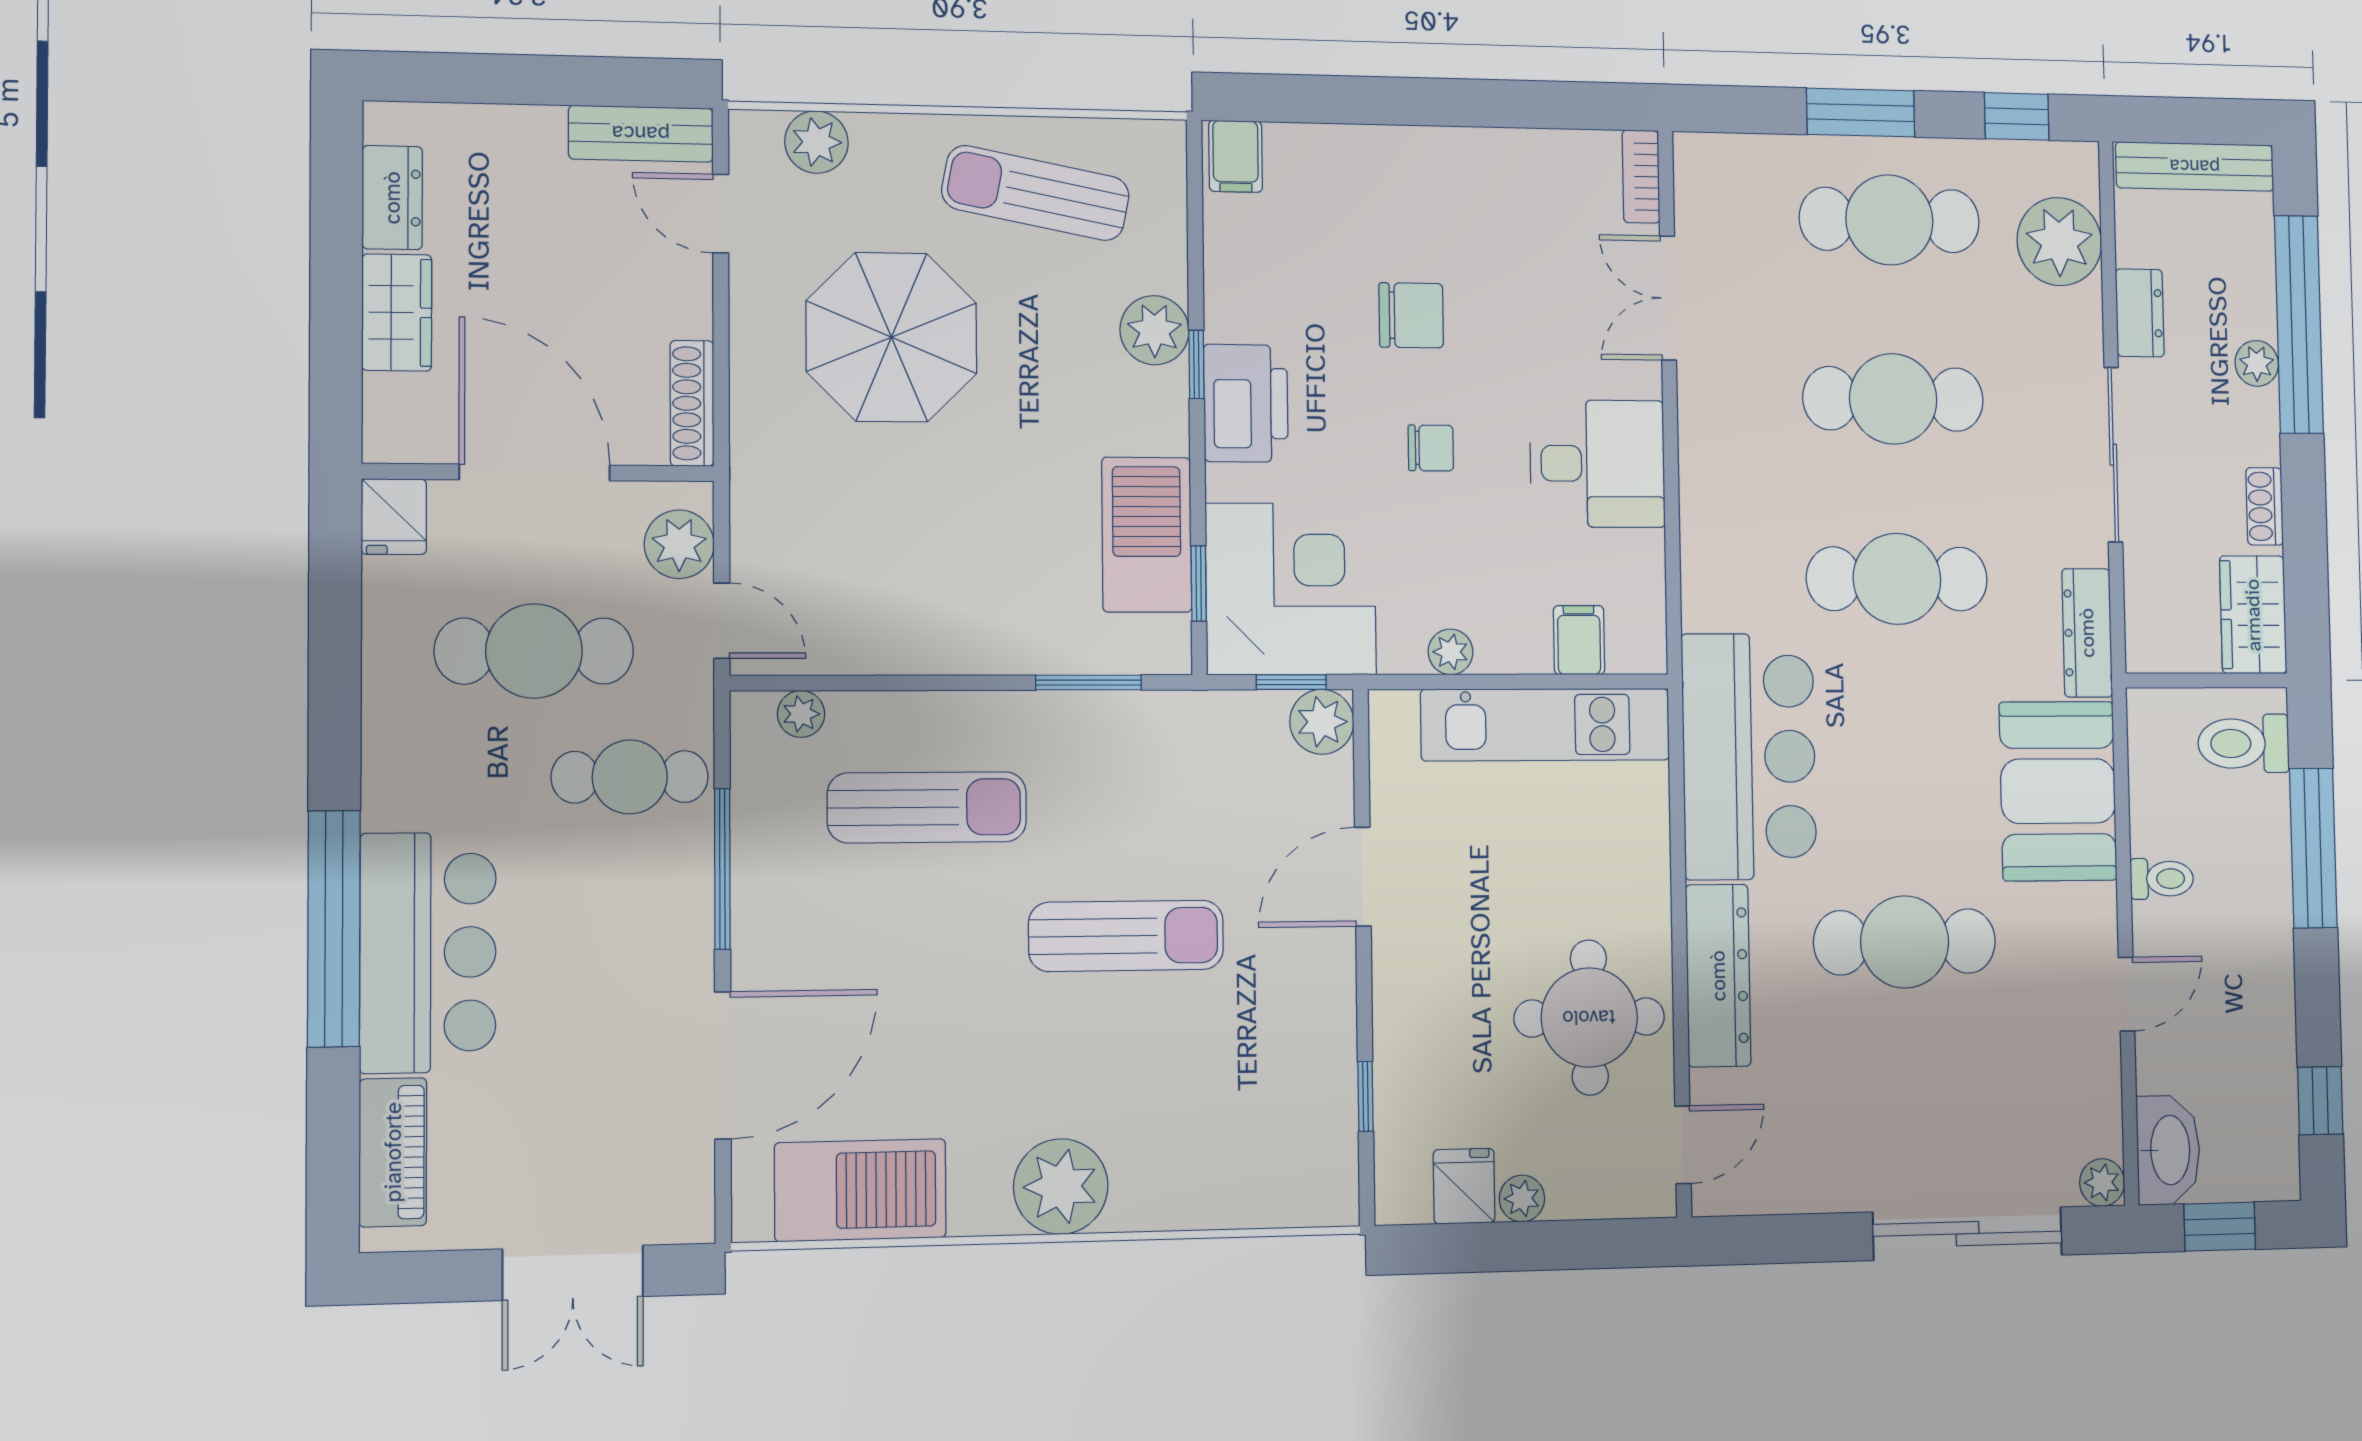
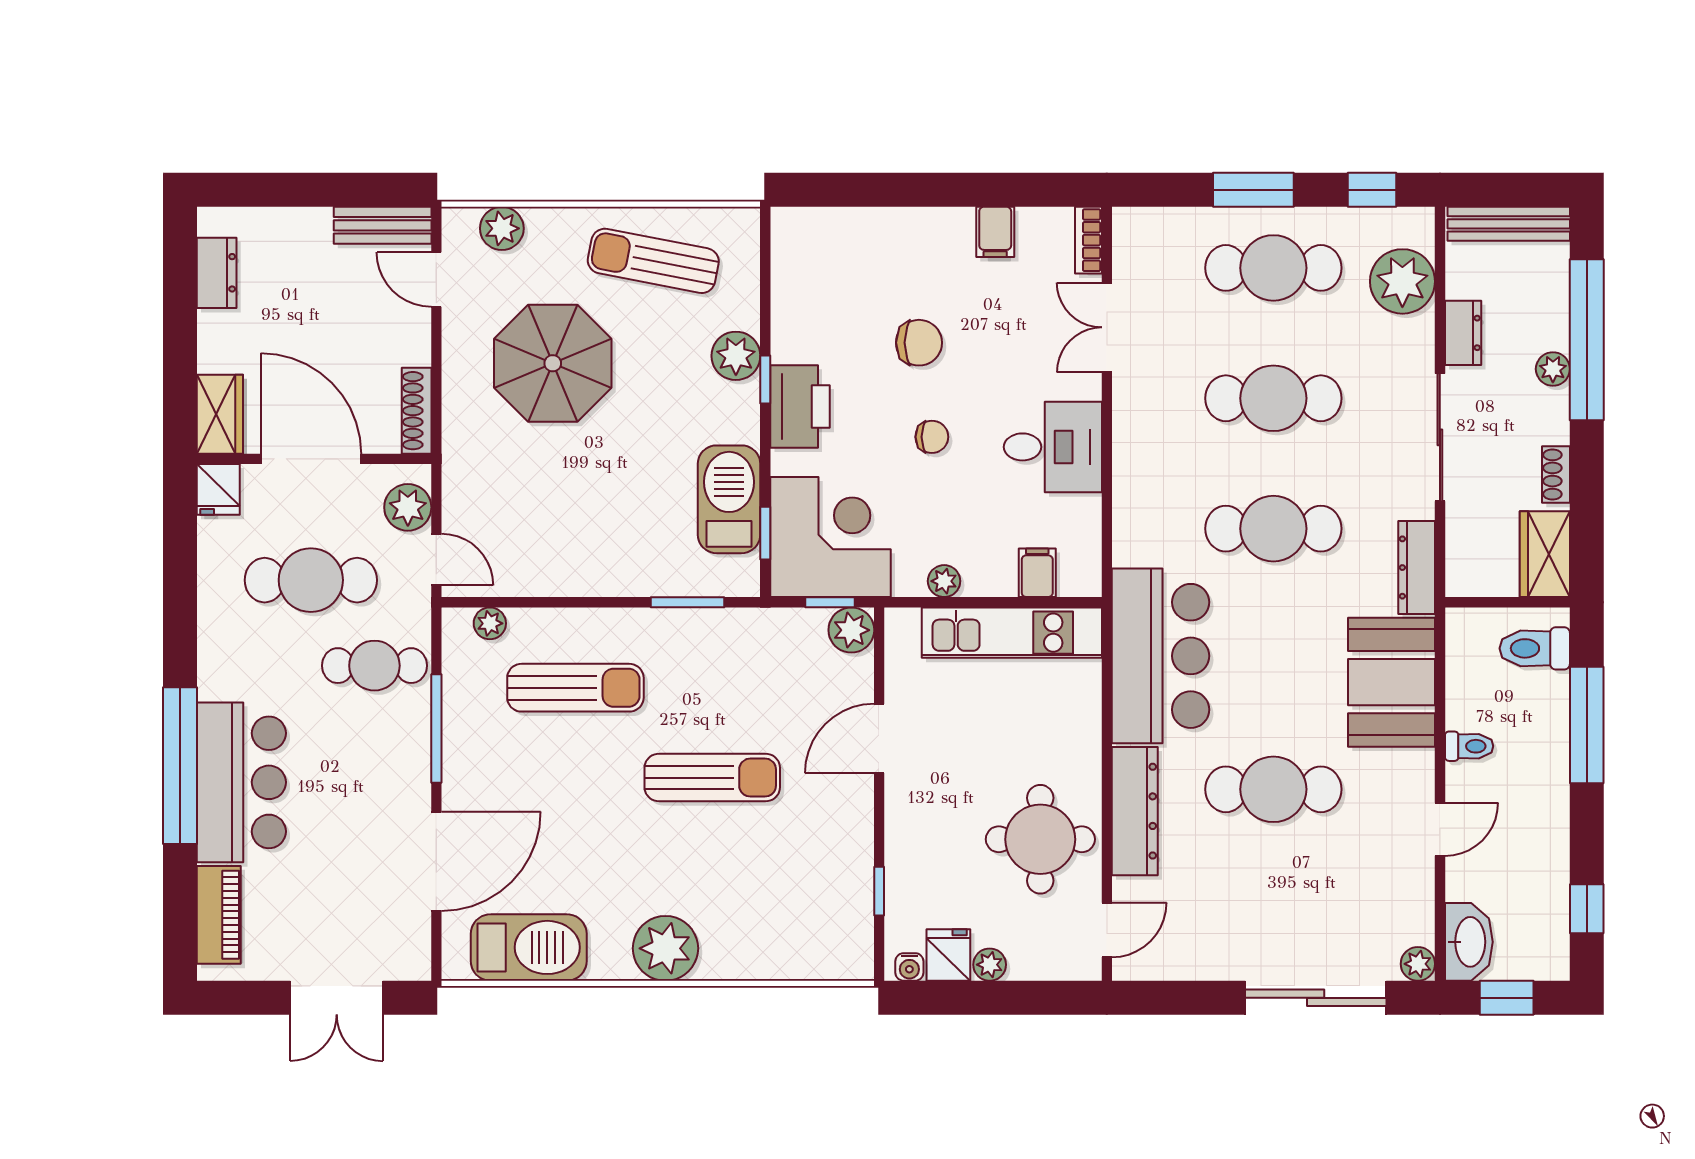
filing cabinet: (1236, 156) -> (995, 232), moved
wardrobe: (397, 312) -> (220, 414), moved
water cooler: (1410, 1205) -> (909, 967), added

